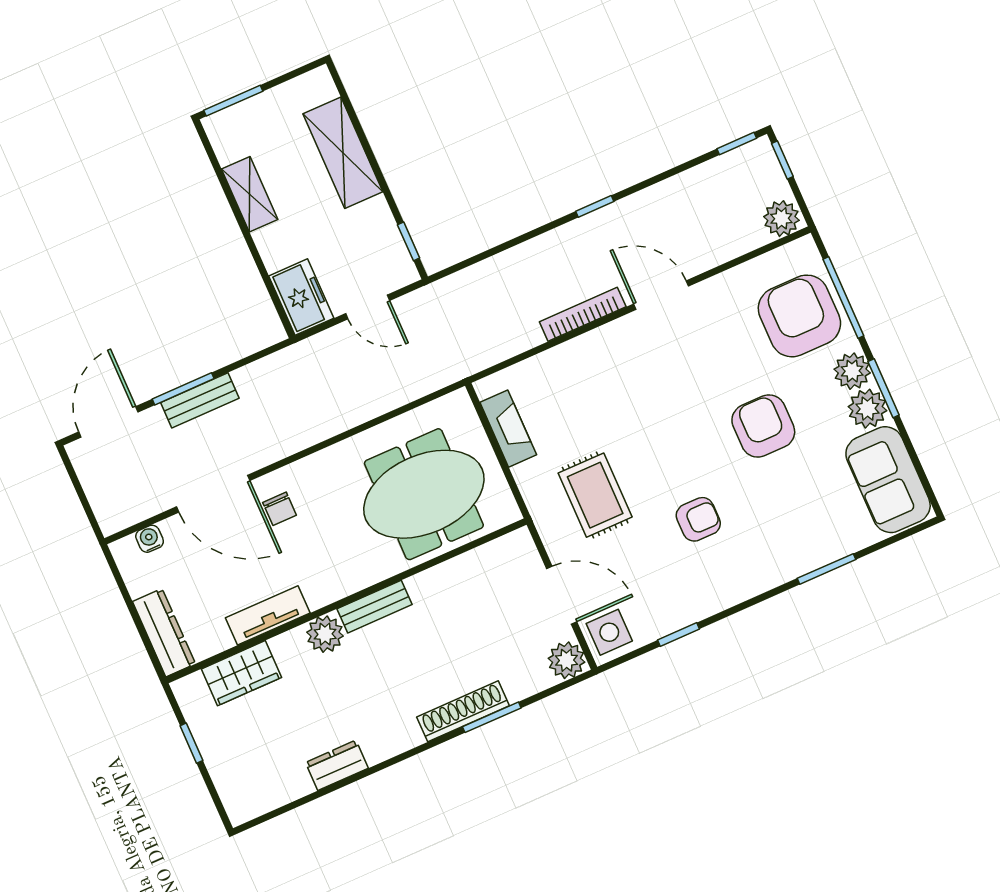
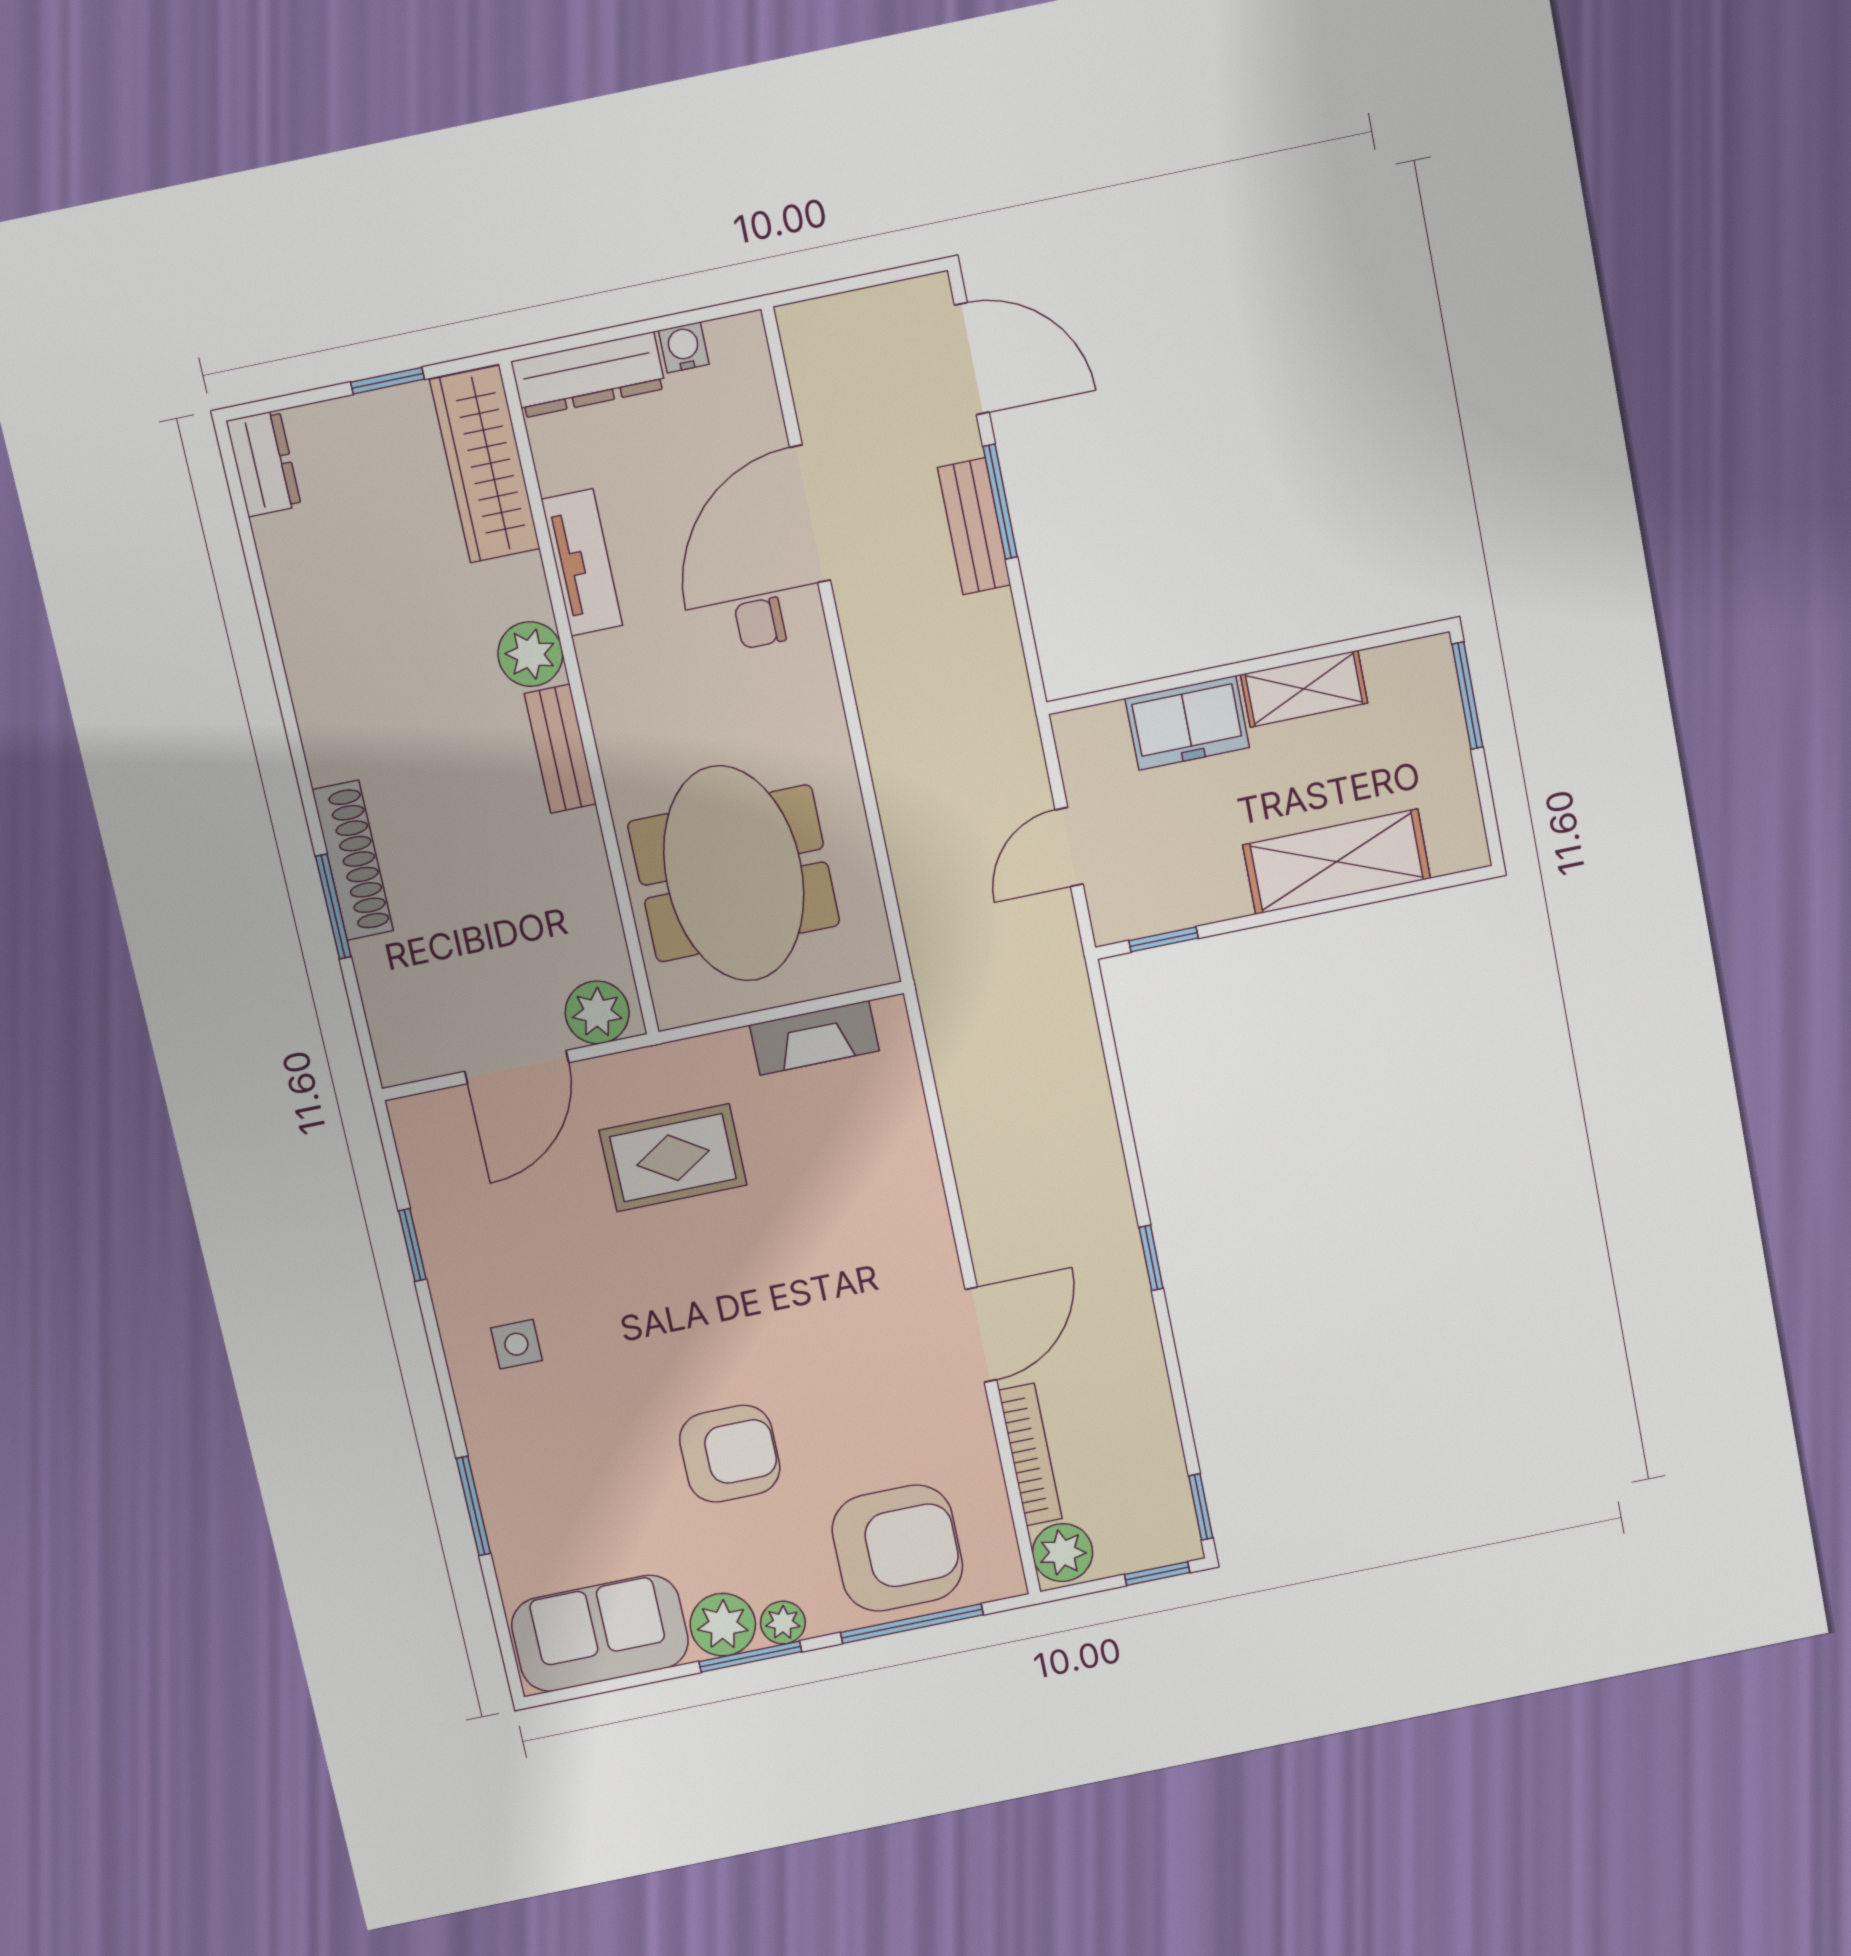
freezer: (301, 297) -> (1187, 723), moved
bookcase: (583, 314) -> (1030, 1455), moved
plant: (852, 371) -> (783, 1623), width x0.73, depth x0.73
armchair: (698, 519) -> (598, 1317), removed
water cooler: (150, 539) -> (684, 347), moved, turned -90
side table: (609, 632) -> (516, 1344), moved, width x0.73, depth x0.73
plant: (567, 660) -> (597, 1012), moved
wardrobe: (241, 673) -> (485, 464), width x1.50
dresser: (337, 765) -> (264, 463), moved

